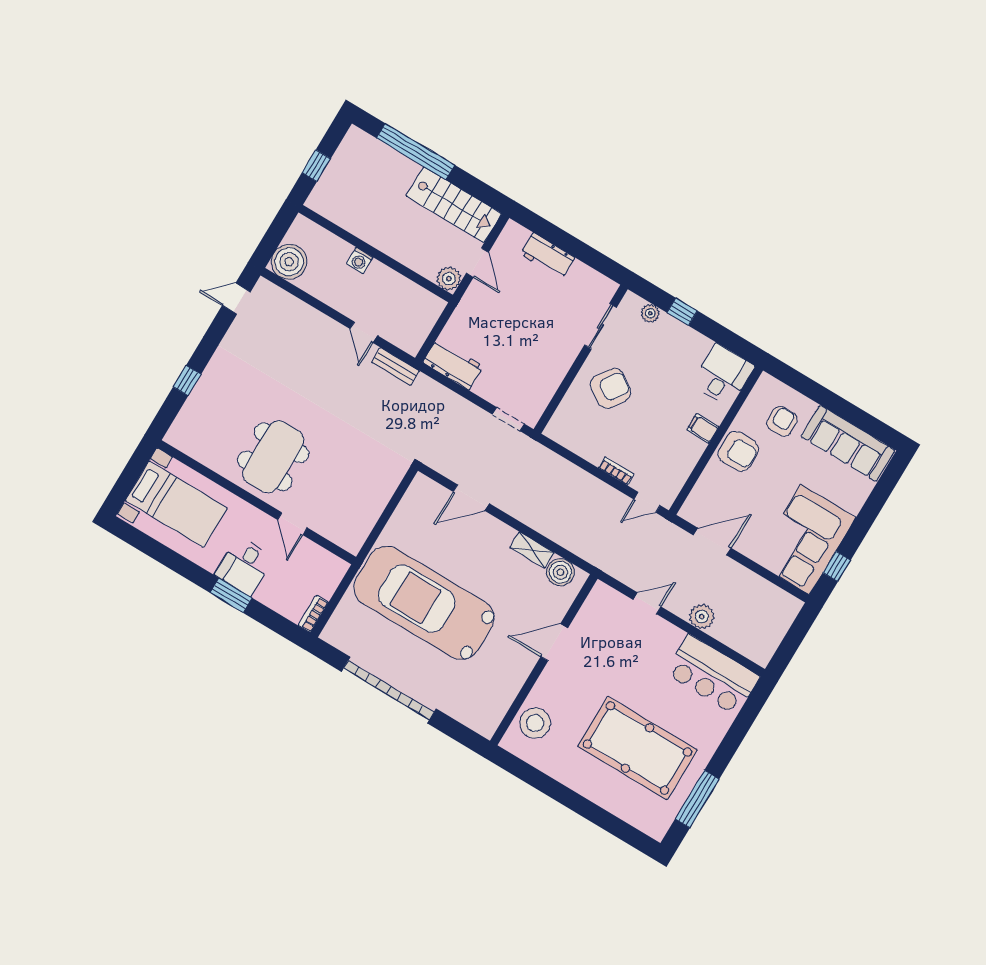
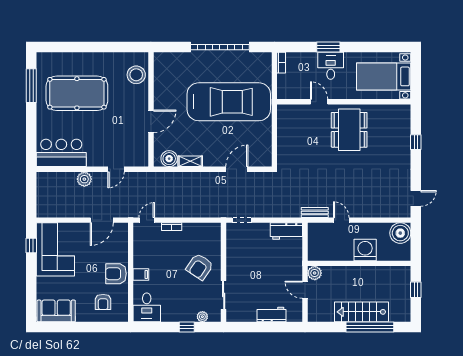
stairs: (454, 205) -> (361, 312), moved
washing machine: (360, 260) -> (365, 250), width x1.89, depth x1.89
sofa: (848, 443) -> (56, 311), width x0.73

